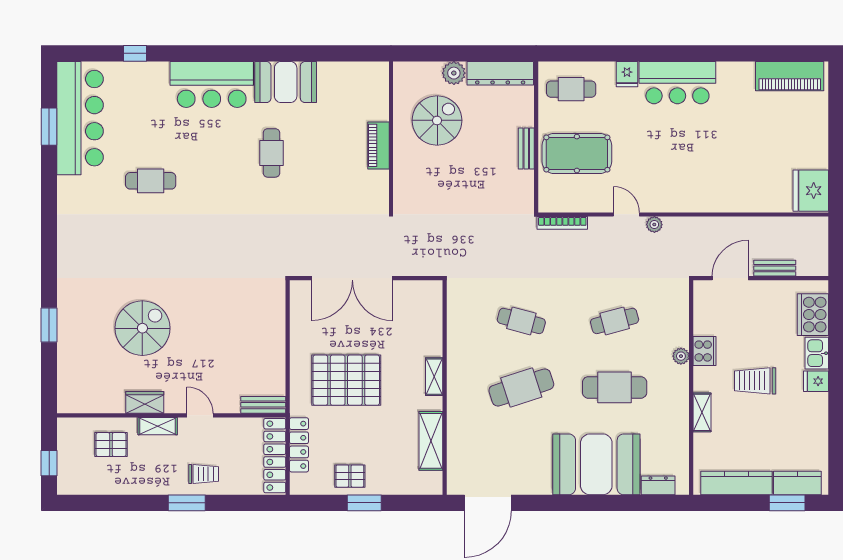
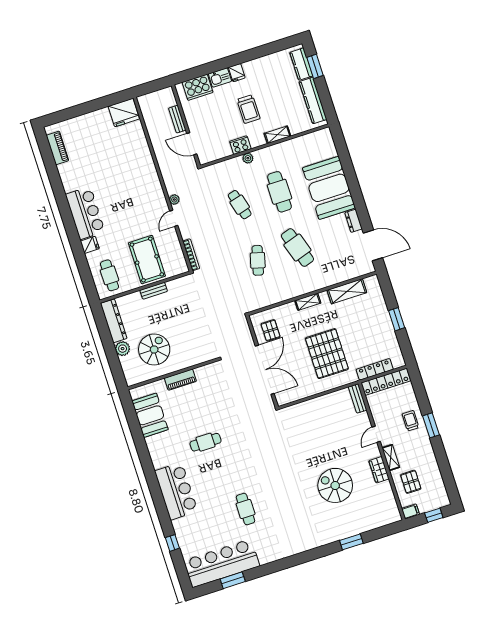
piano: (790, 76) -> (57, 148), width x0.73, depth x0.75
booth: (286, 82) -> (150, 415), moved
spiral stairs: (437, 120) -> (154, 349), turned 90
filing cabinet: (66, 430) -> (411, 511), added
pallet: (350, 476) -> (271, 330), moved
dresser: (658, 485) -> (353, 221), moved

